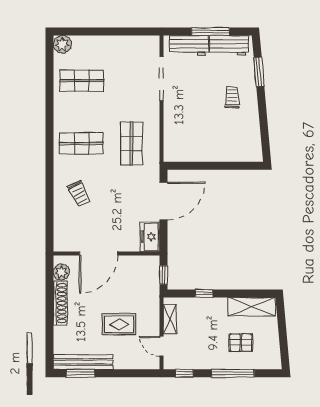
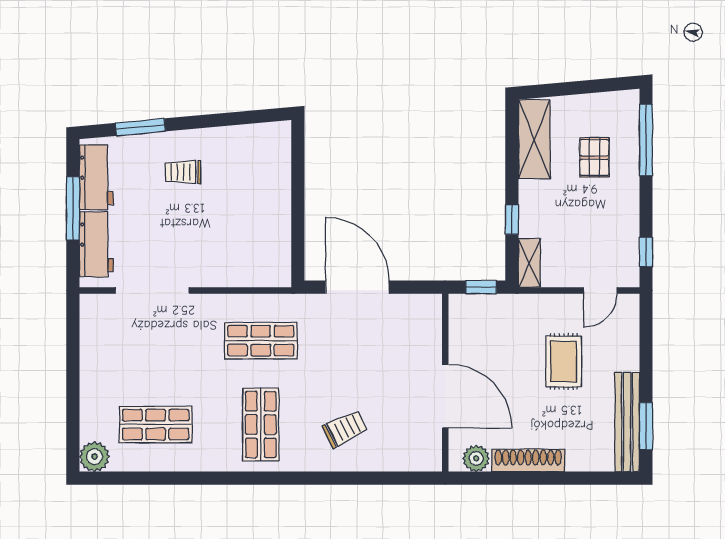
shop shelf: (82, 81) -> (156, 425), turned 90
freezer: (150, 237) -> (417, 310), removed
shelving: (170, 319) -> (529, 263), moved, turned 90
window: (233, 373) -> (646, 140), moved

